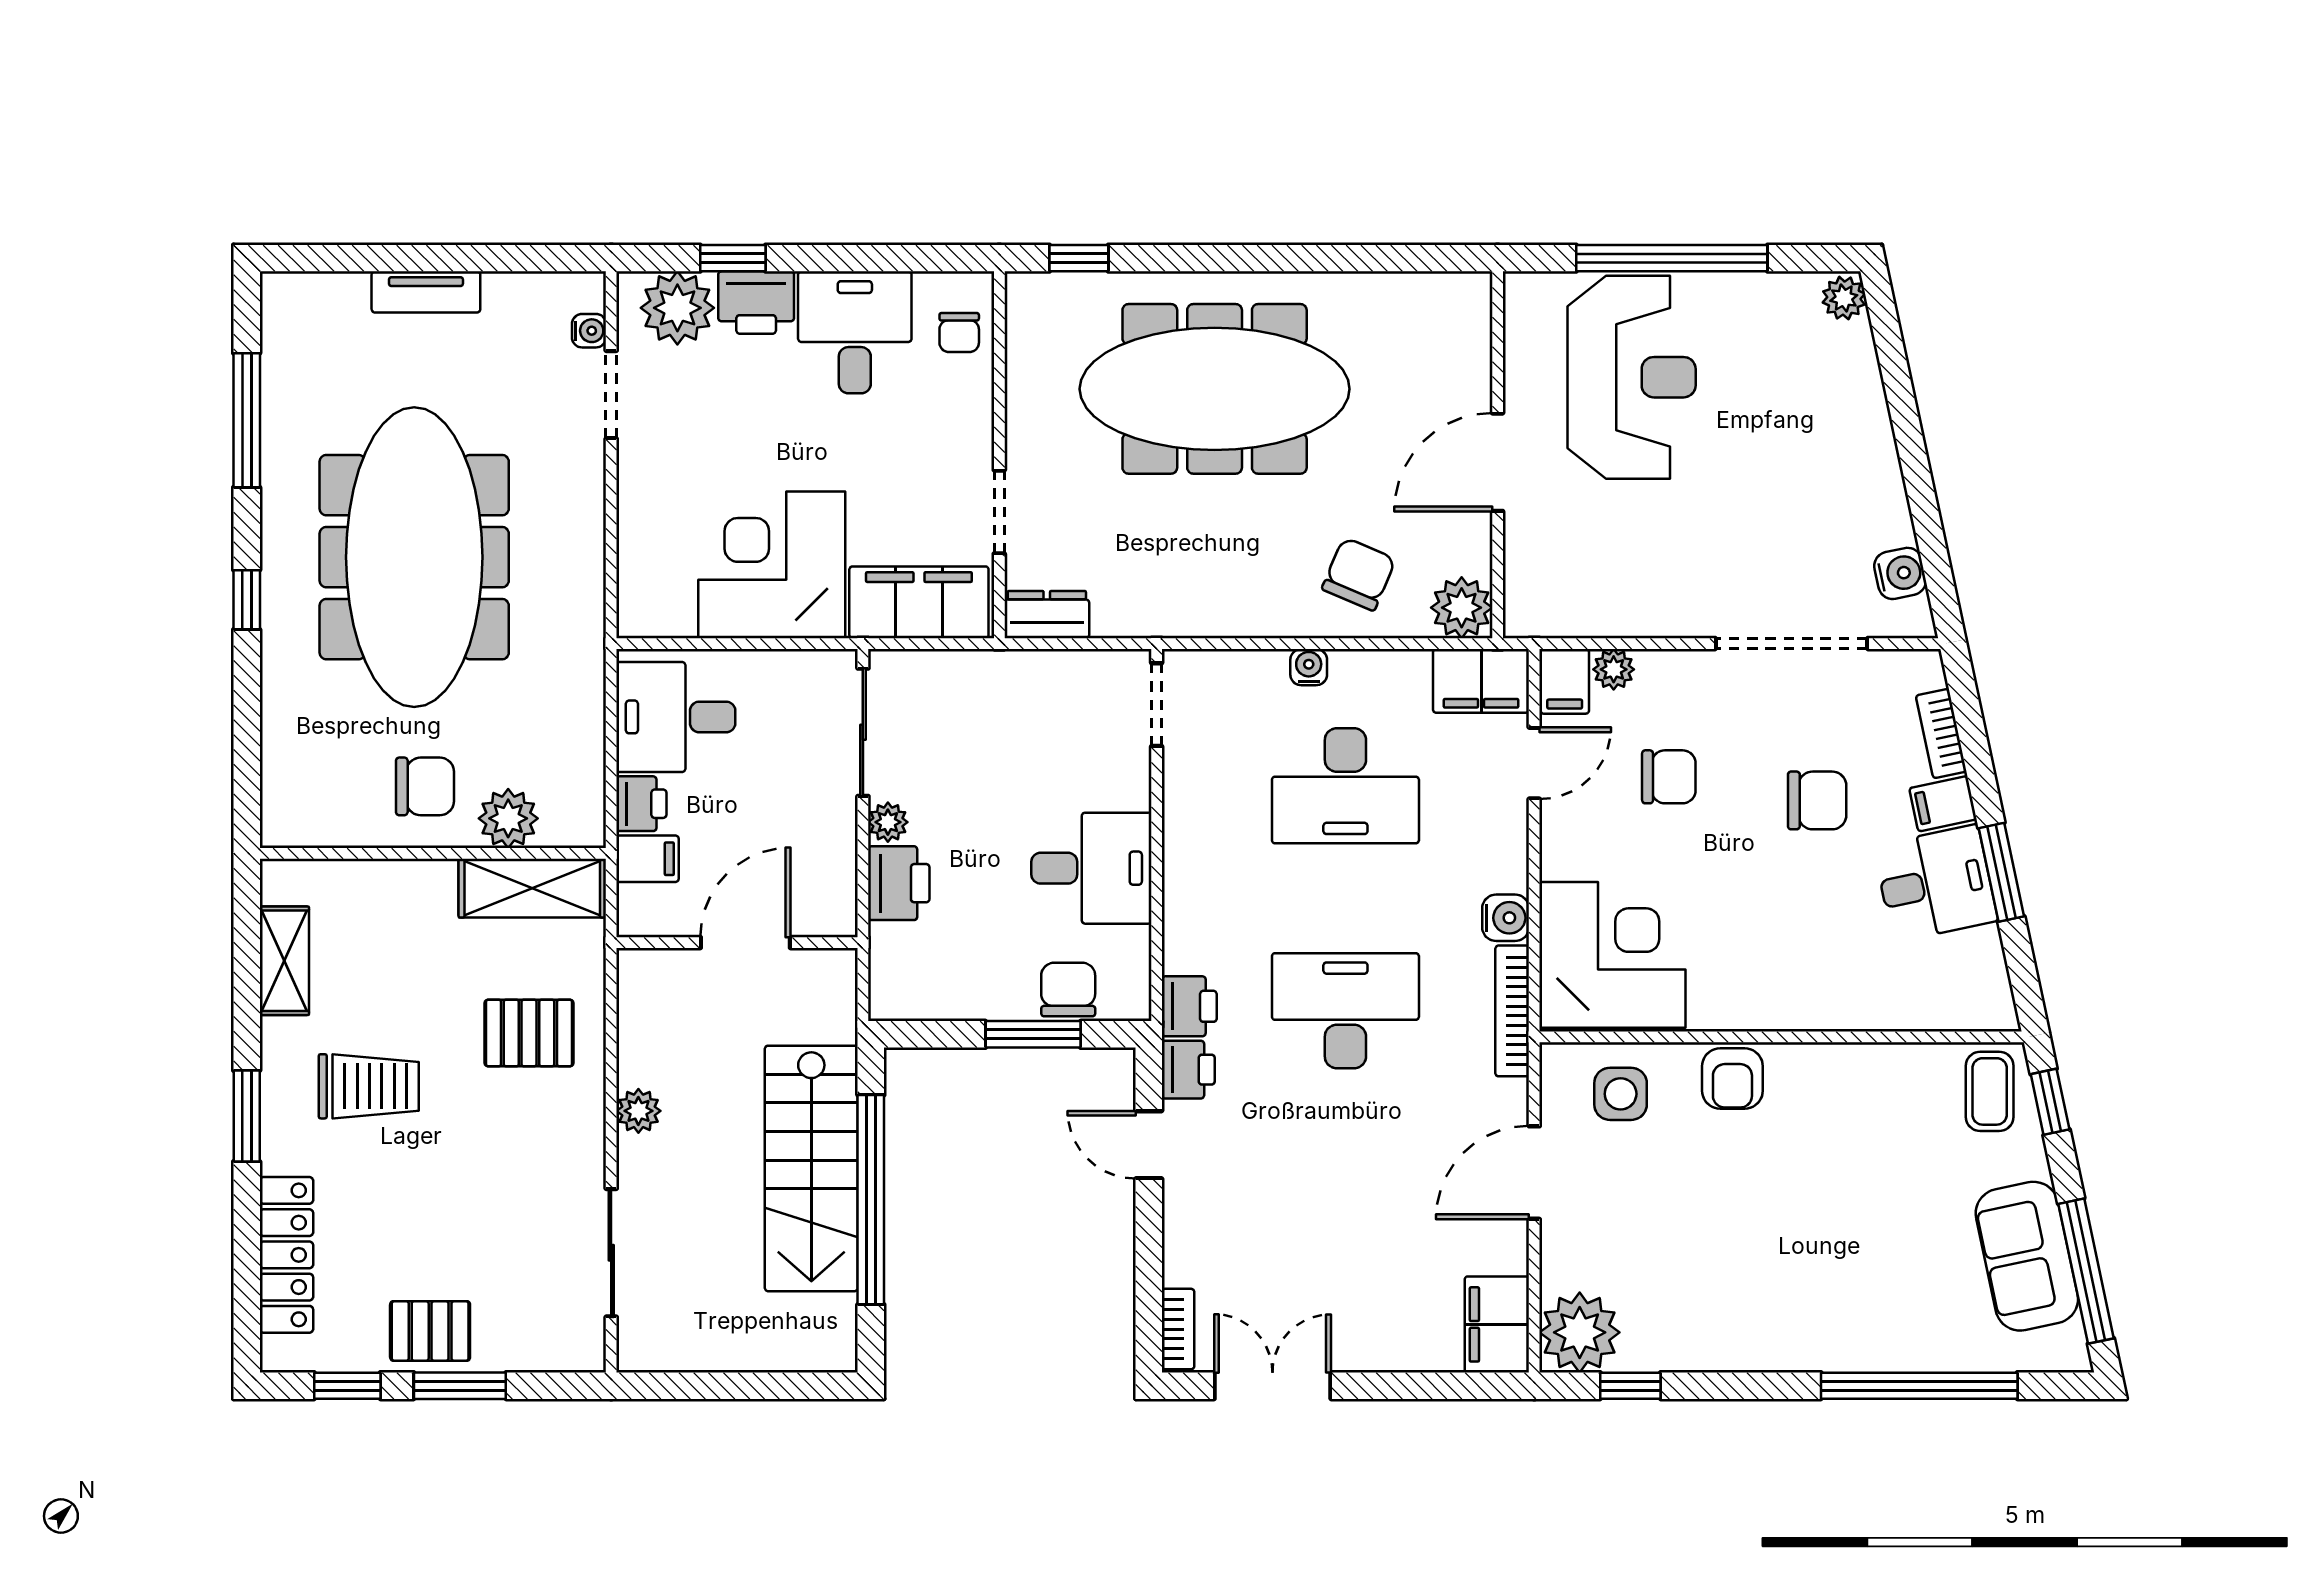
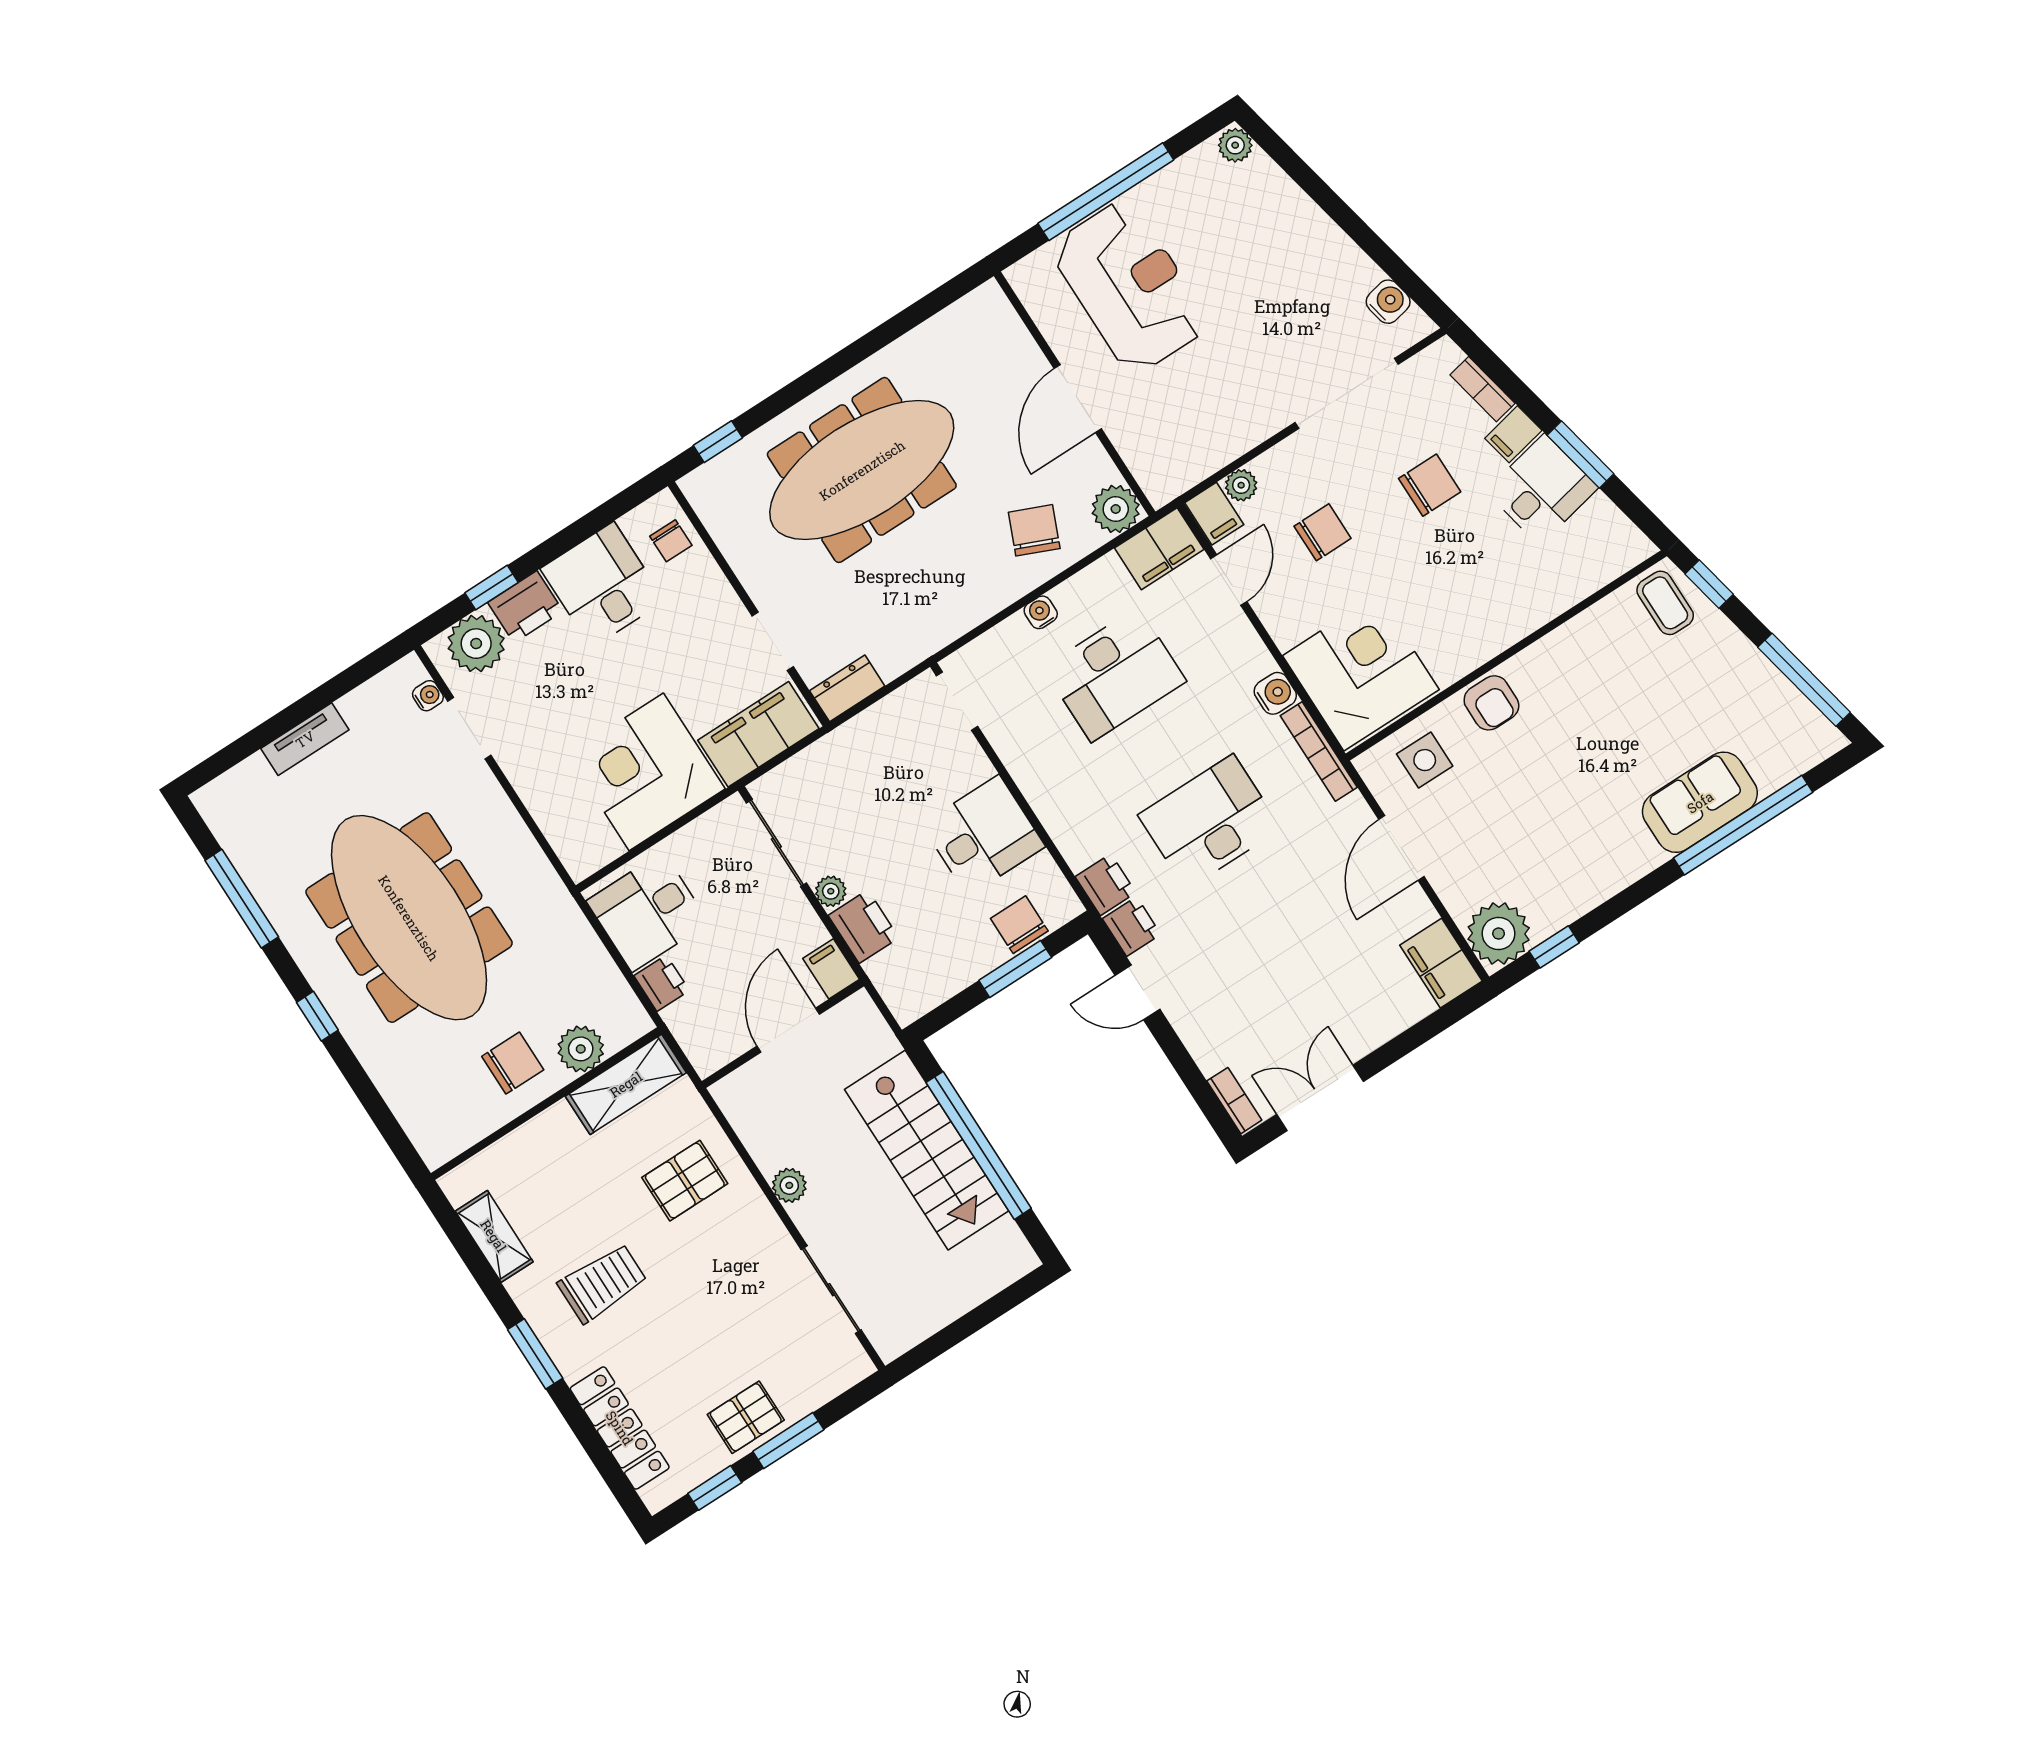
filing cabinet: (648, 859) -> (831, 969), moved, turned -90
sofa: (2027, 1256) -> (1700, 802), moved, turned 102

